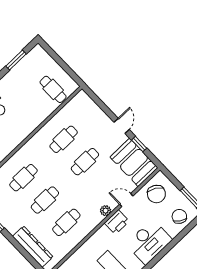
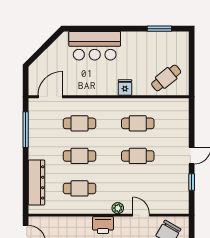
cafe table: (53, 89) -> (166, 78), turned 51
fridge: (31, 123) -> (125, 87), added
booth: (134, 162) -> (174, 192), removed
printer: (117, 222) -> (103, 225), moved

